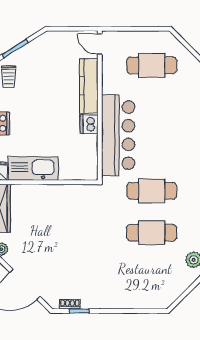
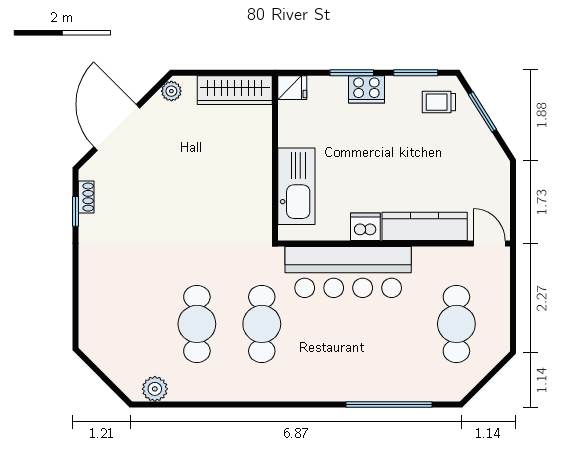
door: (100, 44) -> (489, 243), hinge flipped
kitchen sink: (33, 169) -> (296, 186), moved

